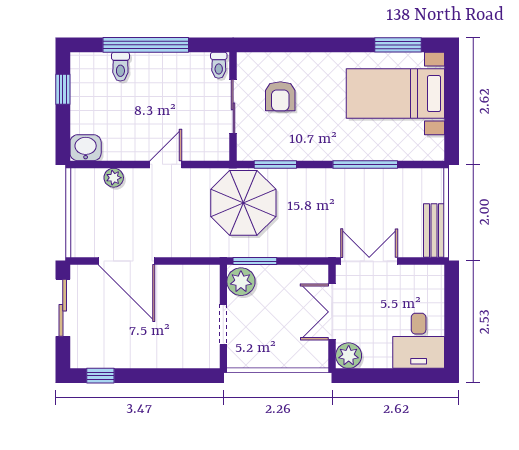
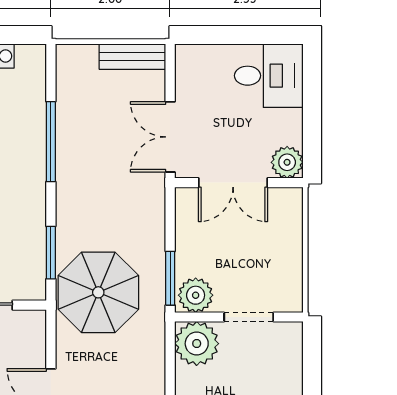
plant: (202, 282) -> (197, 344), added

